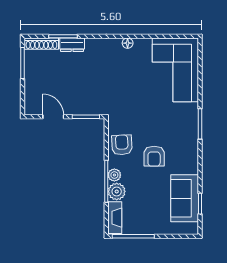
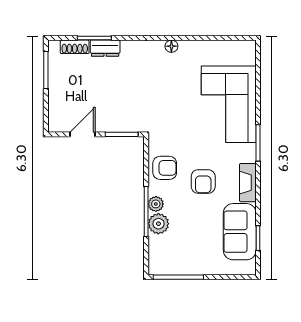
shoe rack: (41, 44) -> (75, 47), width x0.70
corner sofa: (175, 70) -> (229, 104), moved
door: (53, 117) -> (83, 134), hinge flipped
armchair: (122, 145) -> (165, 168), turned 93
fireplace: (115, 218) -> (248, 183), moved, turned 180

